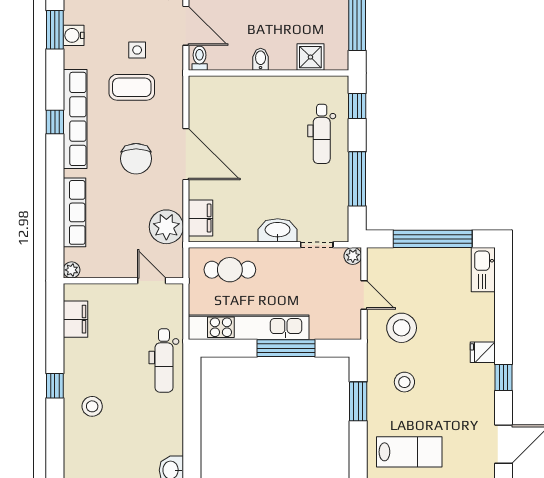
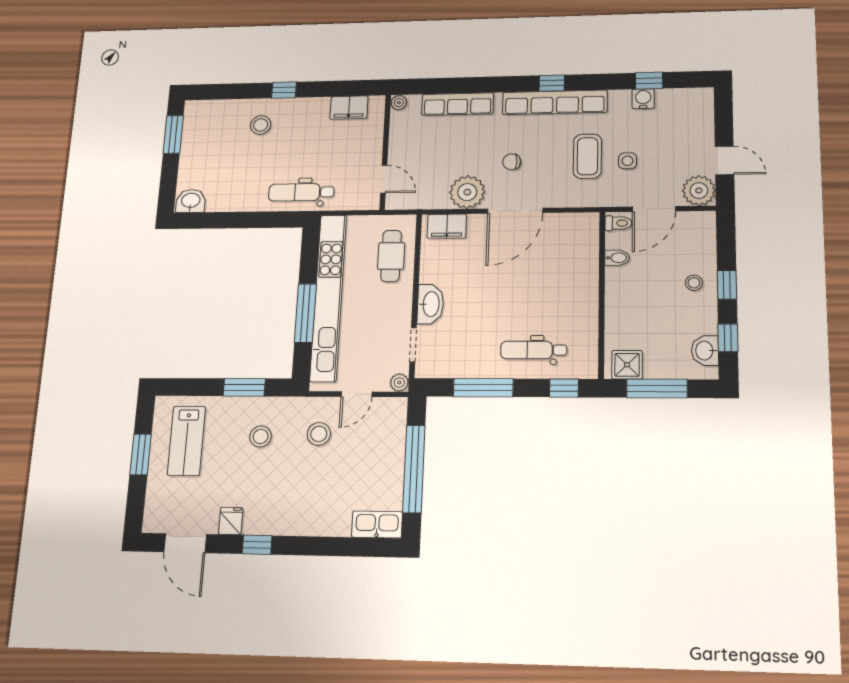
window: (55, 30) -> (649, 81), width x0.67
shower: (310, 57) -> (627, 365), moved
bidet: (261, 59) -> (617, 258), moved
chair: (136, 159) -> (512, 162), width x0.54, depth x0.54
plant: (166, 227) -> (467, 192), moved
door: (152, 281) -> (384, 179), hinge flipped
kitchen unit: (249, 327) -> (328, 297), width x1.36
stool: (402, 328) -> (319, 434), width x0.73, depth x0.73
fridge: (483, 352) -> (231, 521), moved

